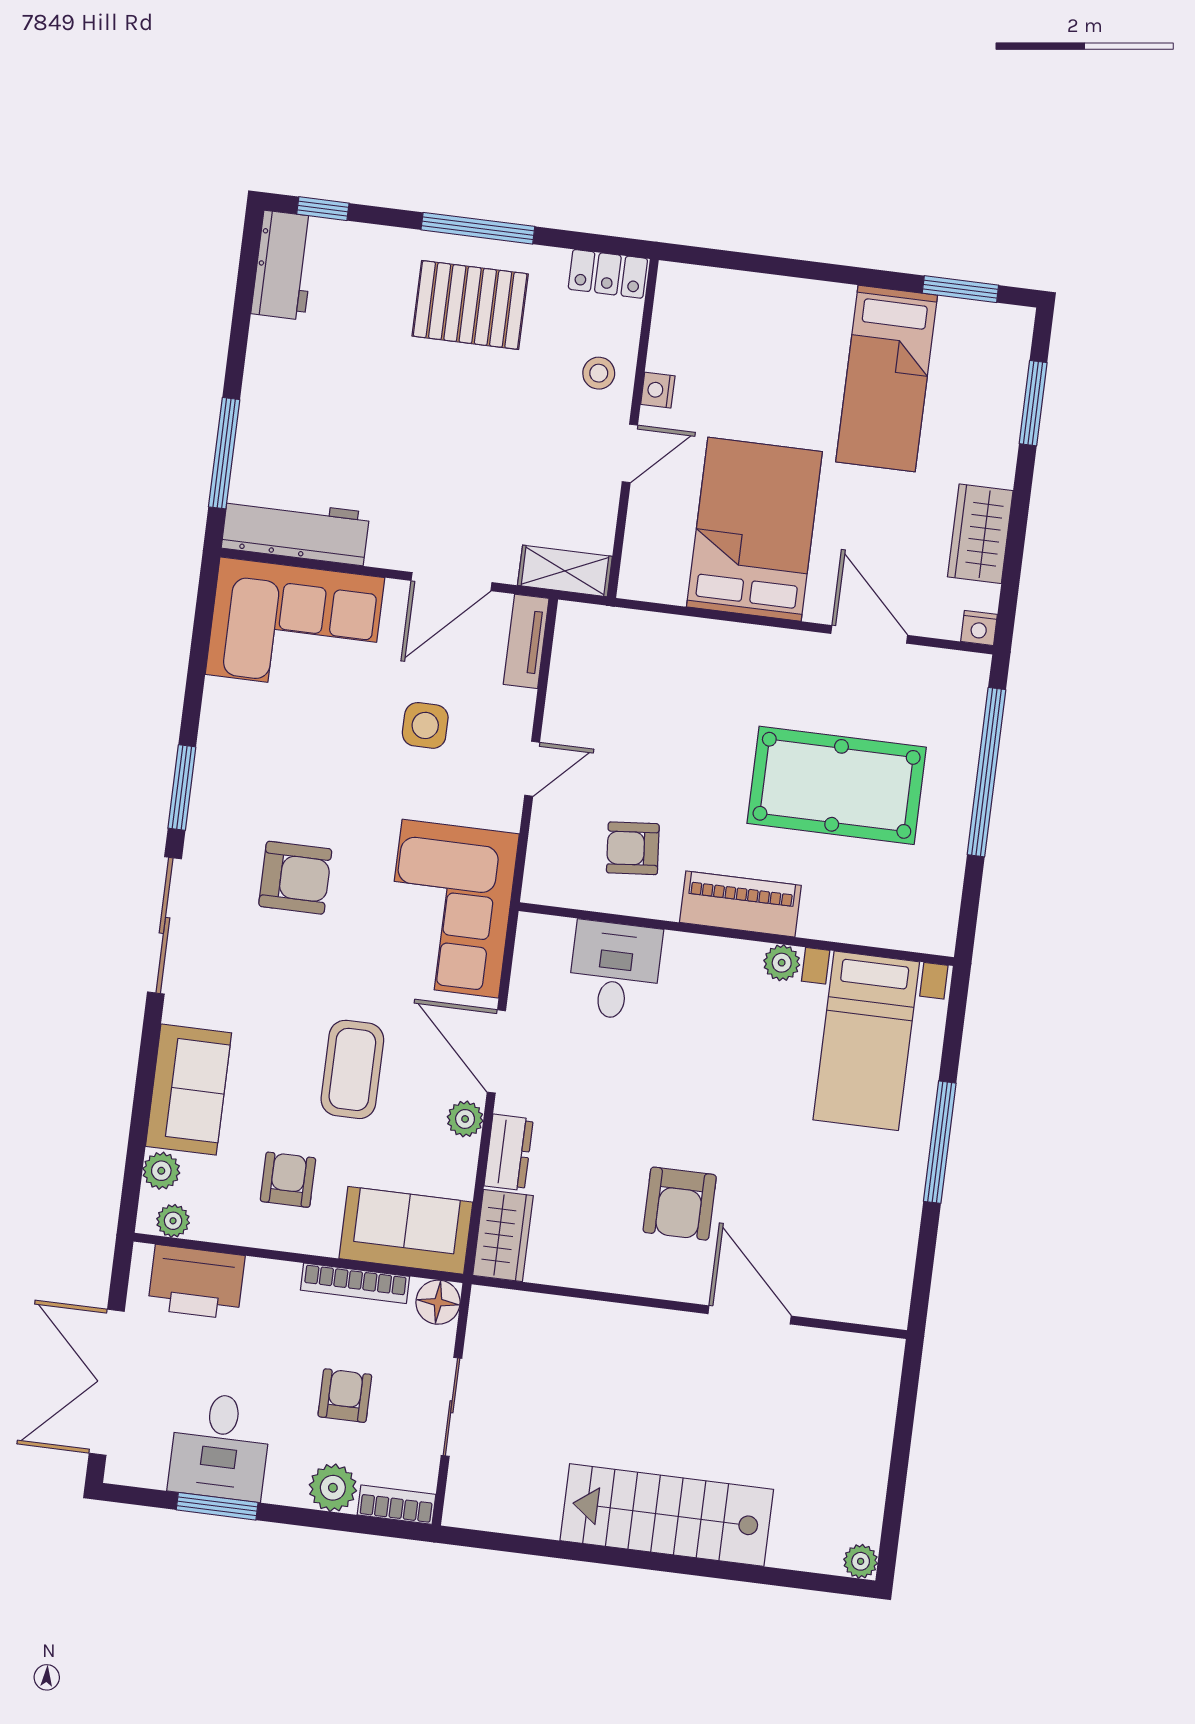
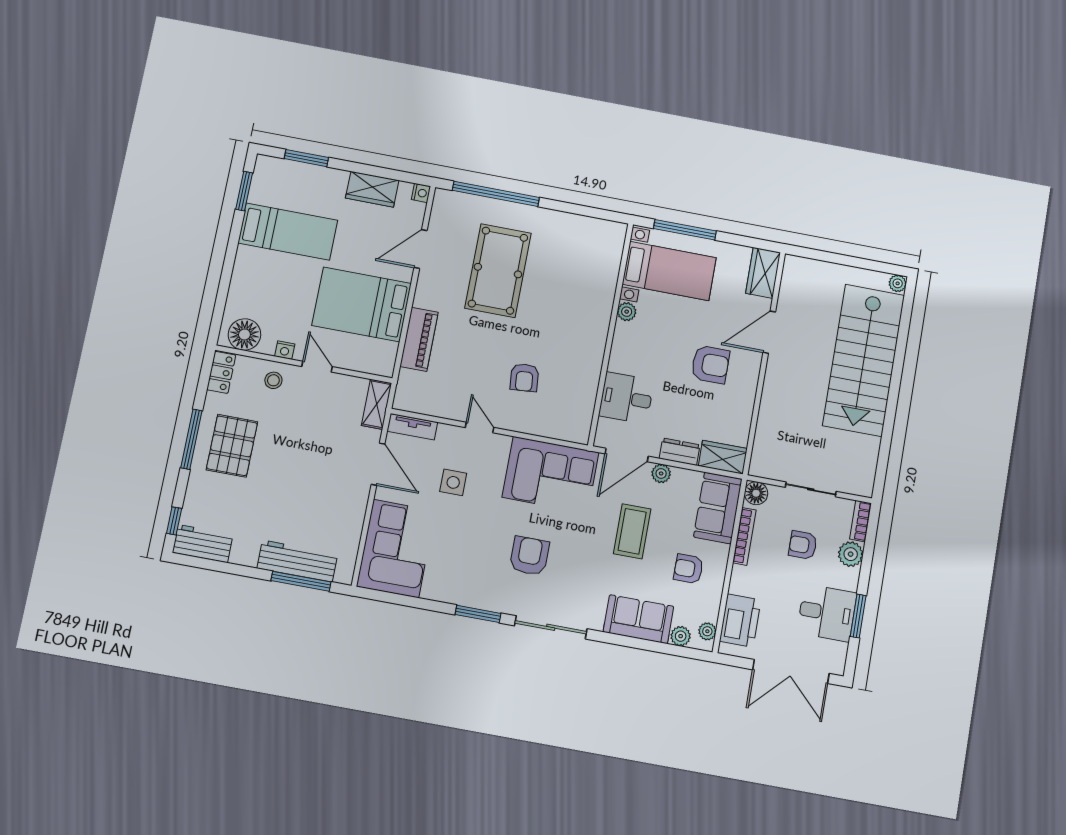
floor lamp: (683, 312) -> (244, 334), added
workbench: (295, 530) -> (297, 561), moved, turned 90
piano: (740, 904) -> (419, 339), moved, turned 180
wall: (736, 934) -> (611, 334), moved
plant: (782, 963) -> (627, 312), moved
desk: (615, 971) -> (626, 398), moved
bed with nightstands: (866, 1041) -> (669, 271), moved
coffee table: (352, 1069) -> (632, 531), turned 90
wardrobe: (865, 1298) -> (763, 273), added
stairs: (667, 1515) -> (864, 360), width x1.36, depth x1.51

